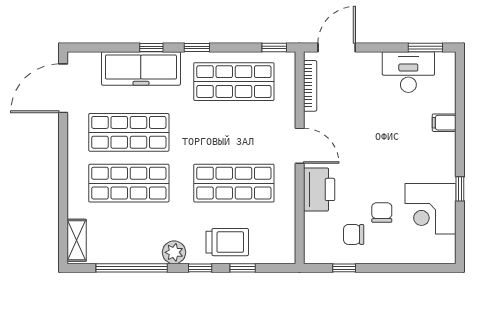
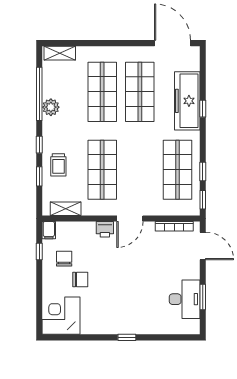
window: (197, 48) -> (203, 172), moved
window: (425, 48) -> (203, 297), moved
filing cabinet: (444, 123) -> (49, 230), moved, turned 180
printer: (319, 189) -> (105, 229), width x0.53, depth x0.68
window: (460, 189) -> (127, 337), moved
corner desk: (431, 209) -> (61, 316), moved
shelving: (286, 232) -> (66, 209), added
trolley: (227, 242) -> (58, 165), width x0.73, depth x0.72
plant: (174, 252) -> (51, 107), moved

